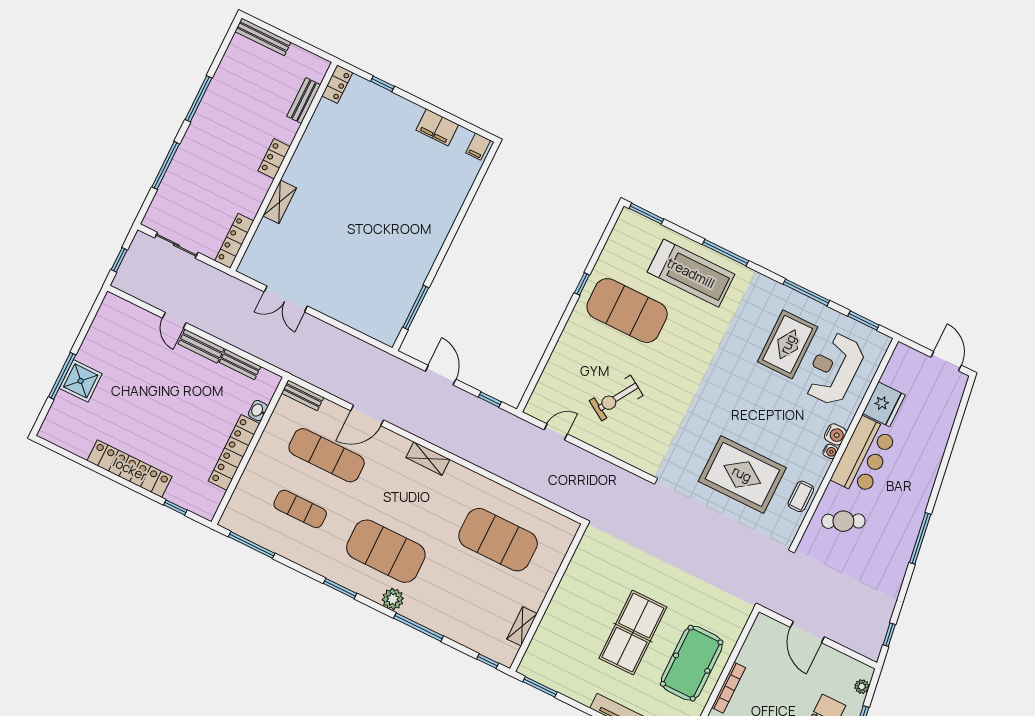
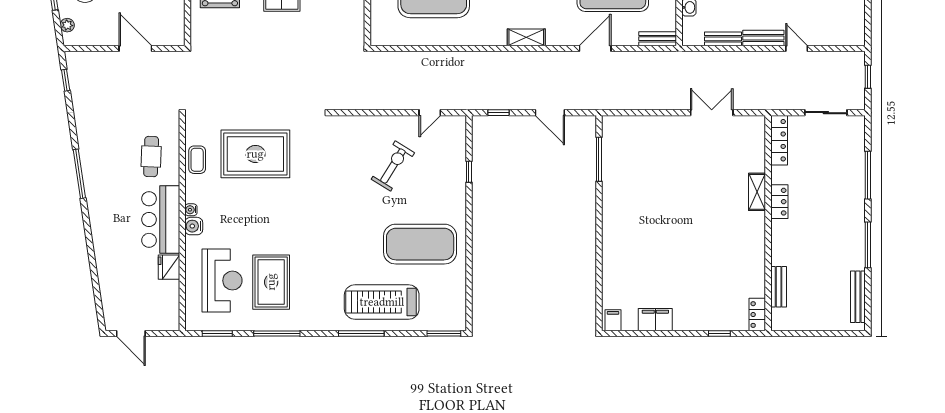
bench: (263, 37) -> (858, 297), moved, turned 90
locker: (274, 159) -> (779, 202), moved
window: (582, 284) -> (469, 172), moved
fridge: (884, 404) -> (169, 267), width x0.73, depth x0.75
cafe table: (843, 521) -> (151, 157), turned -61

